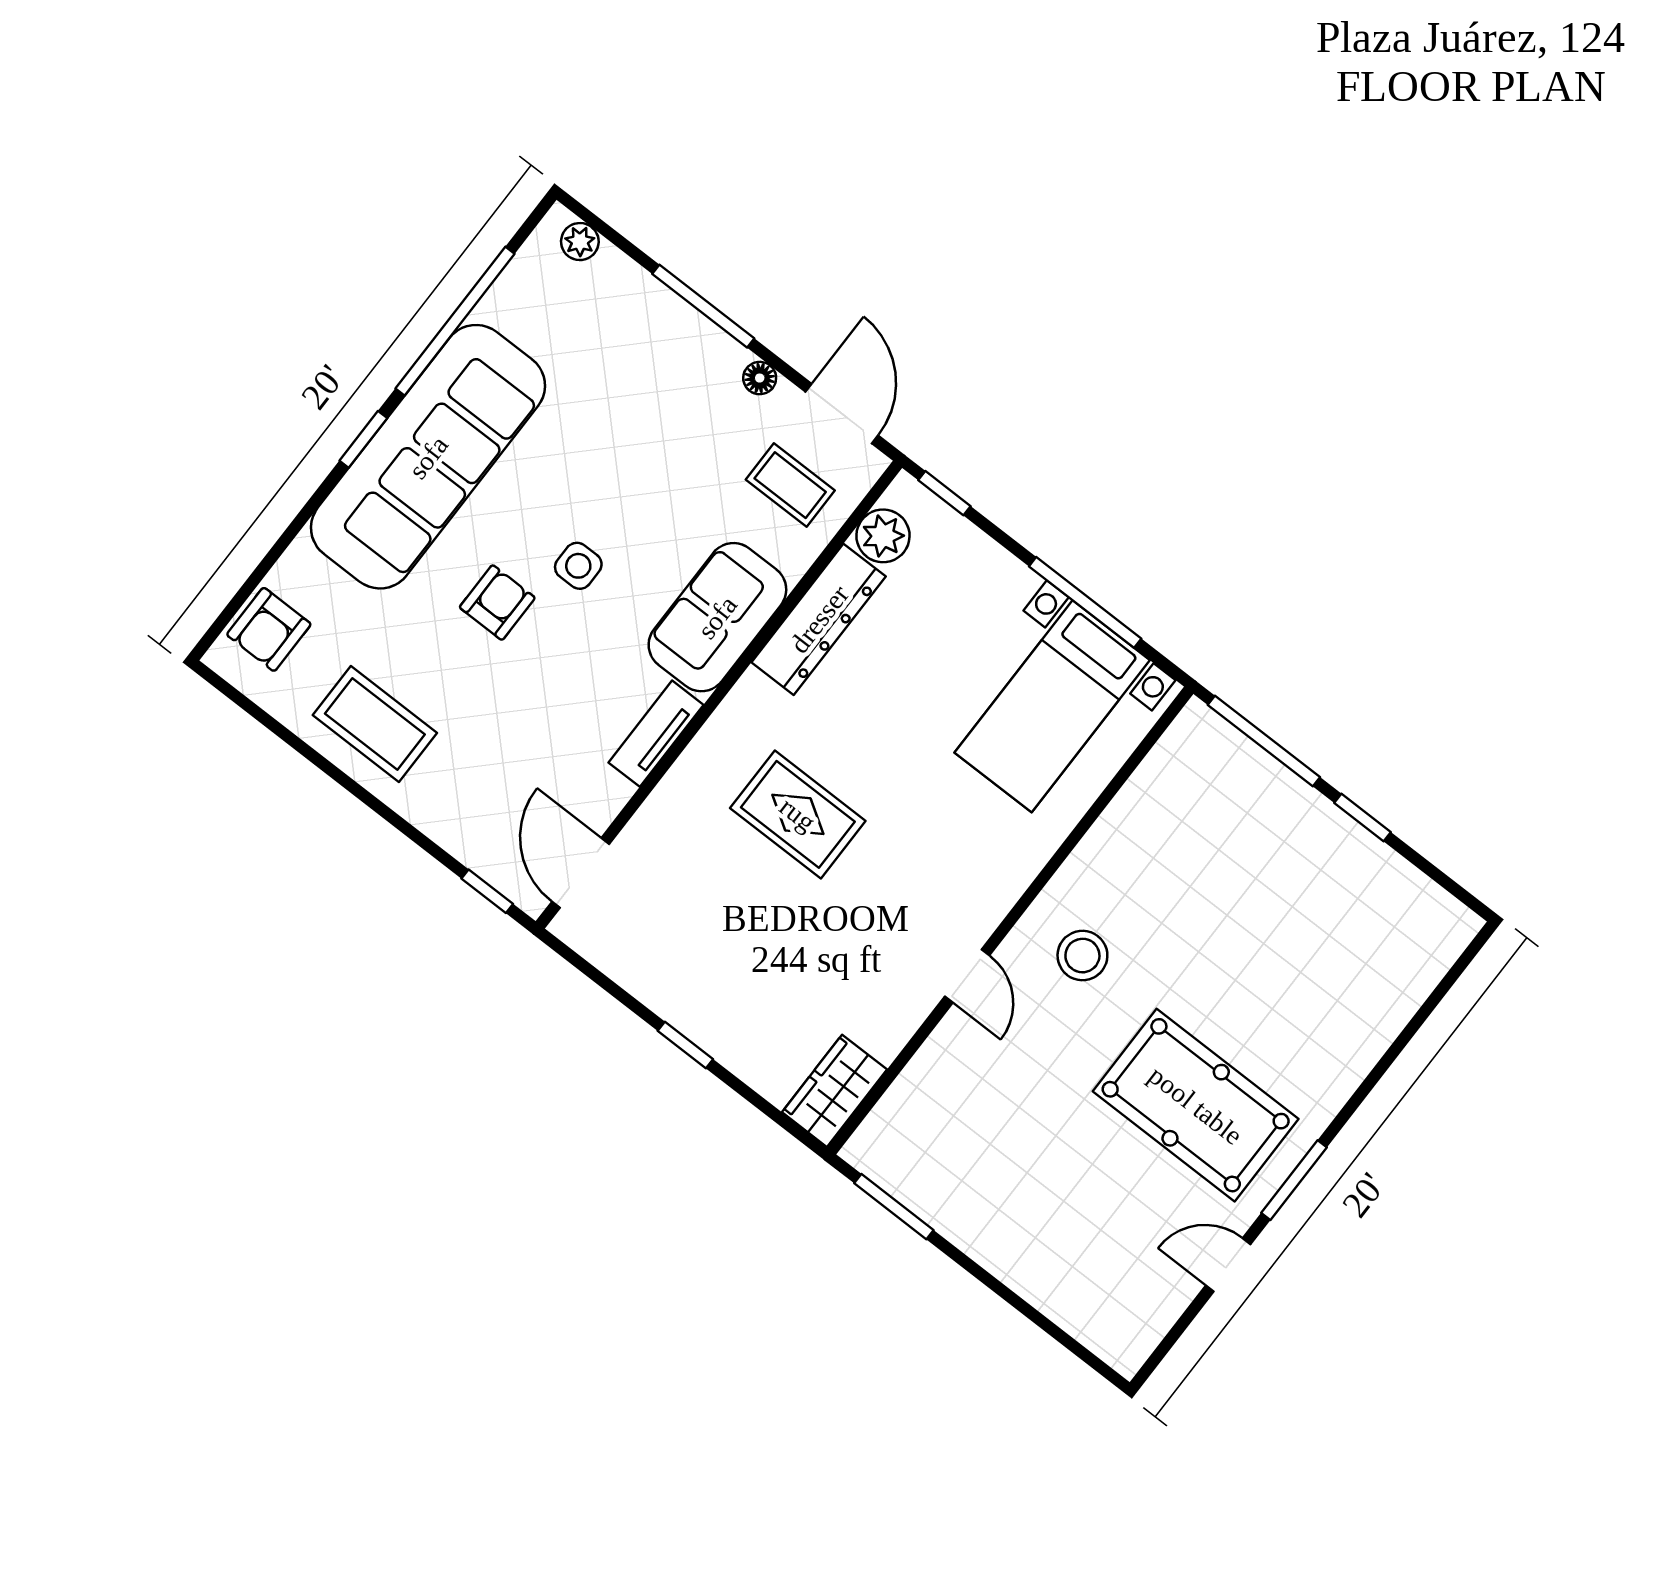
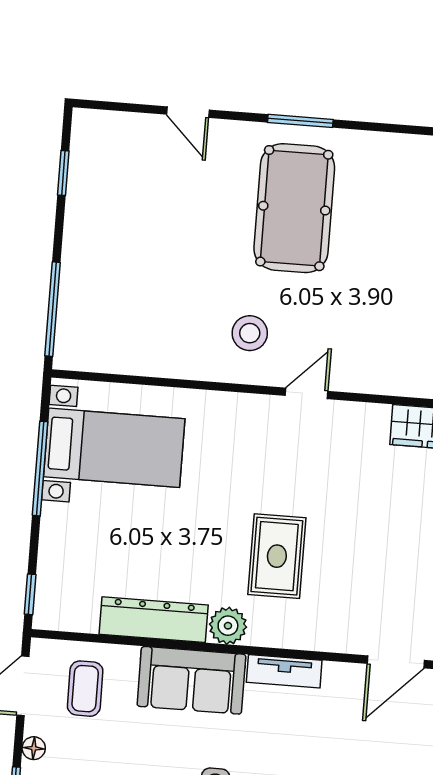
plant: (883, 536) -> (228, 626), moved
window: (1362, 818) -> (63, 173), moved
door: (1228, 1265) -> (188, 112), moved

